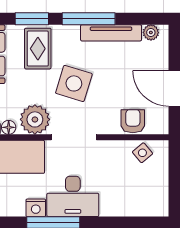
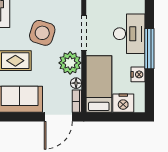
nightstand: (36, 208) -> (138, 74), moved

